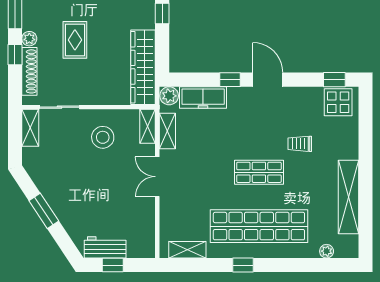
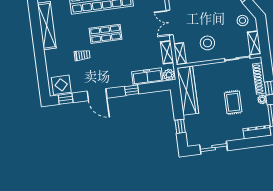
door: (268, 80) -> (97, 95), moved
stool: (44, 165) -> (243, 21), added
double door: (157, 177) -> (170, 23), swing flipped

